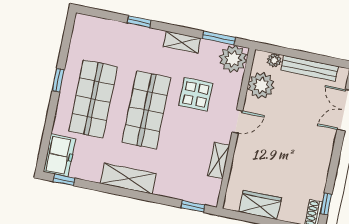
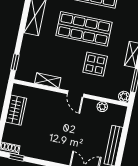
plant: (233, 59) -> (124, 97), width x0.53, depth x0.53
plant: (274, 60) -> (119, 120), removed
plant: (261, 85) -> (102, 107), width x0.53, depth x0.53

